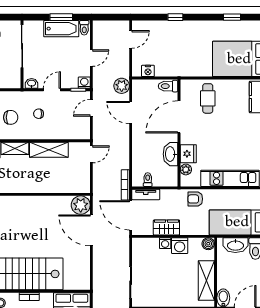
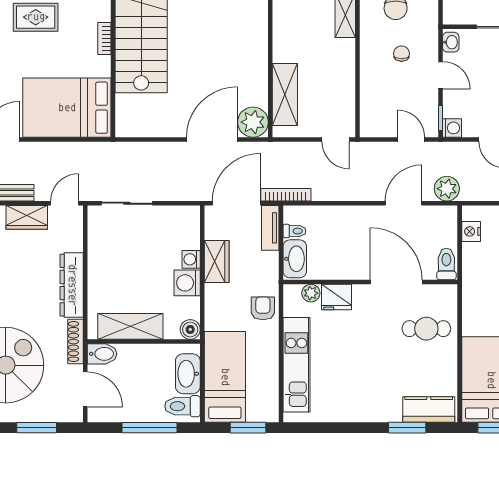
shelving: (49, 150) -> (285, 94), moved
washbasin: (171, 154) -> (295, 259), moved, turned 90

